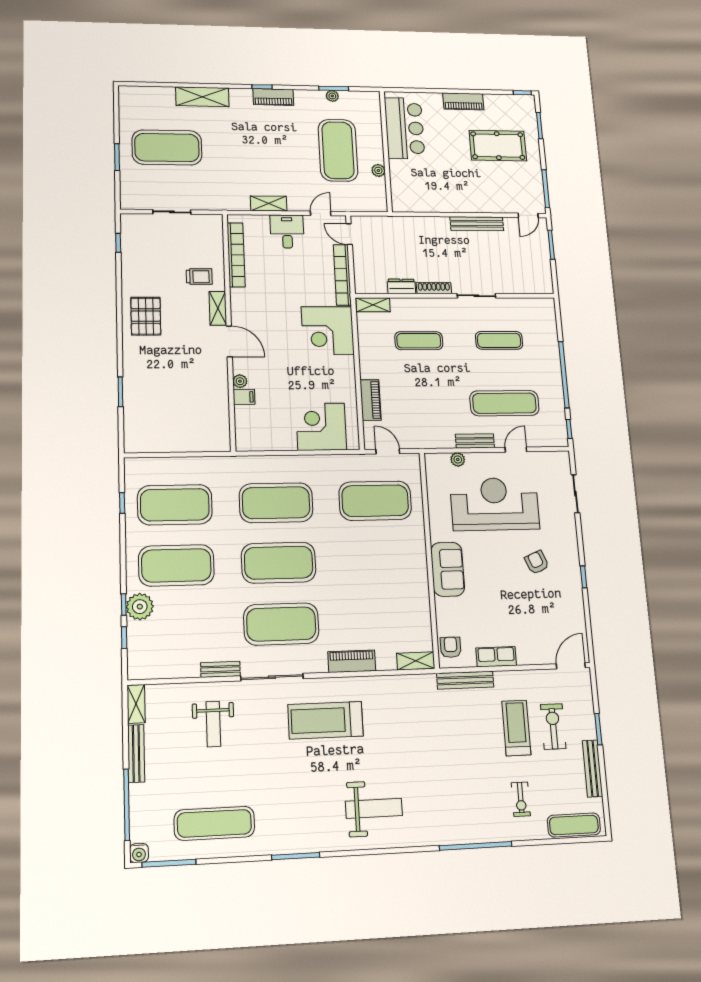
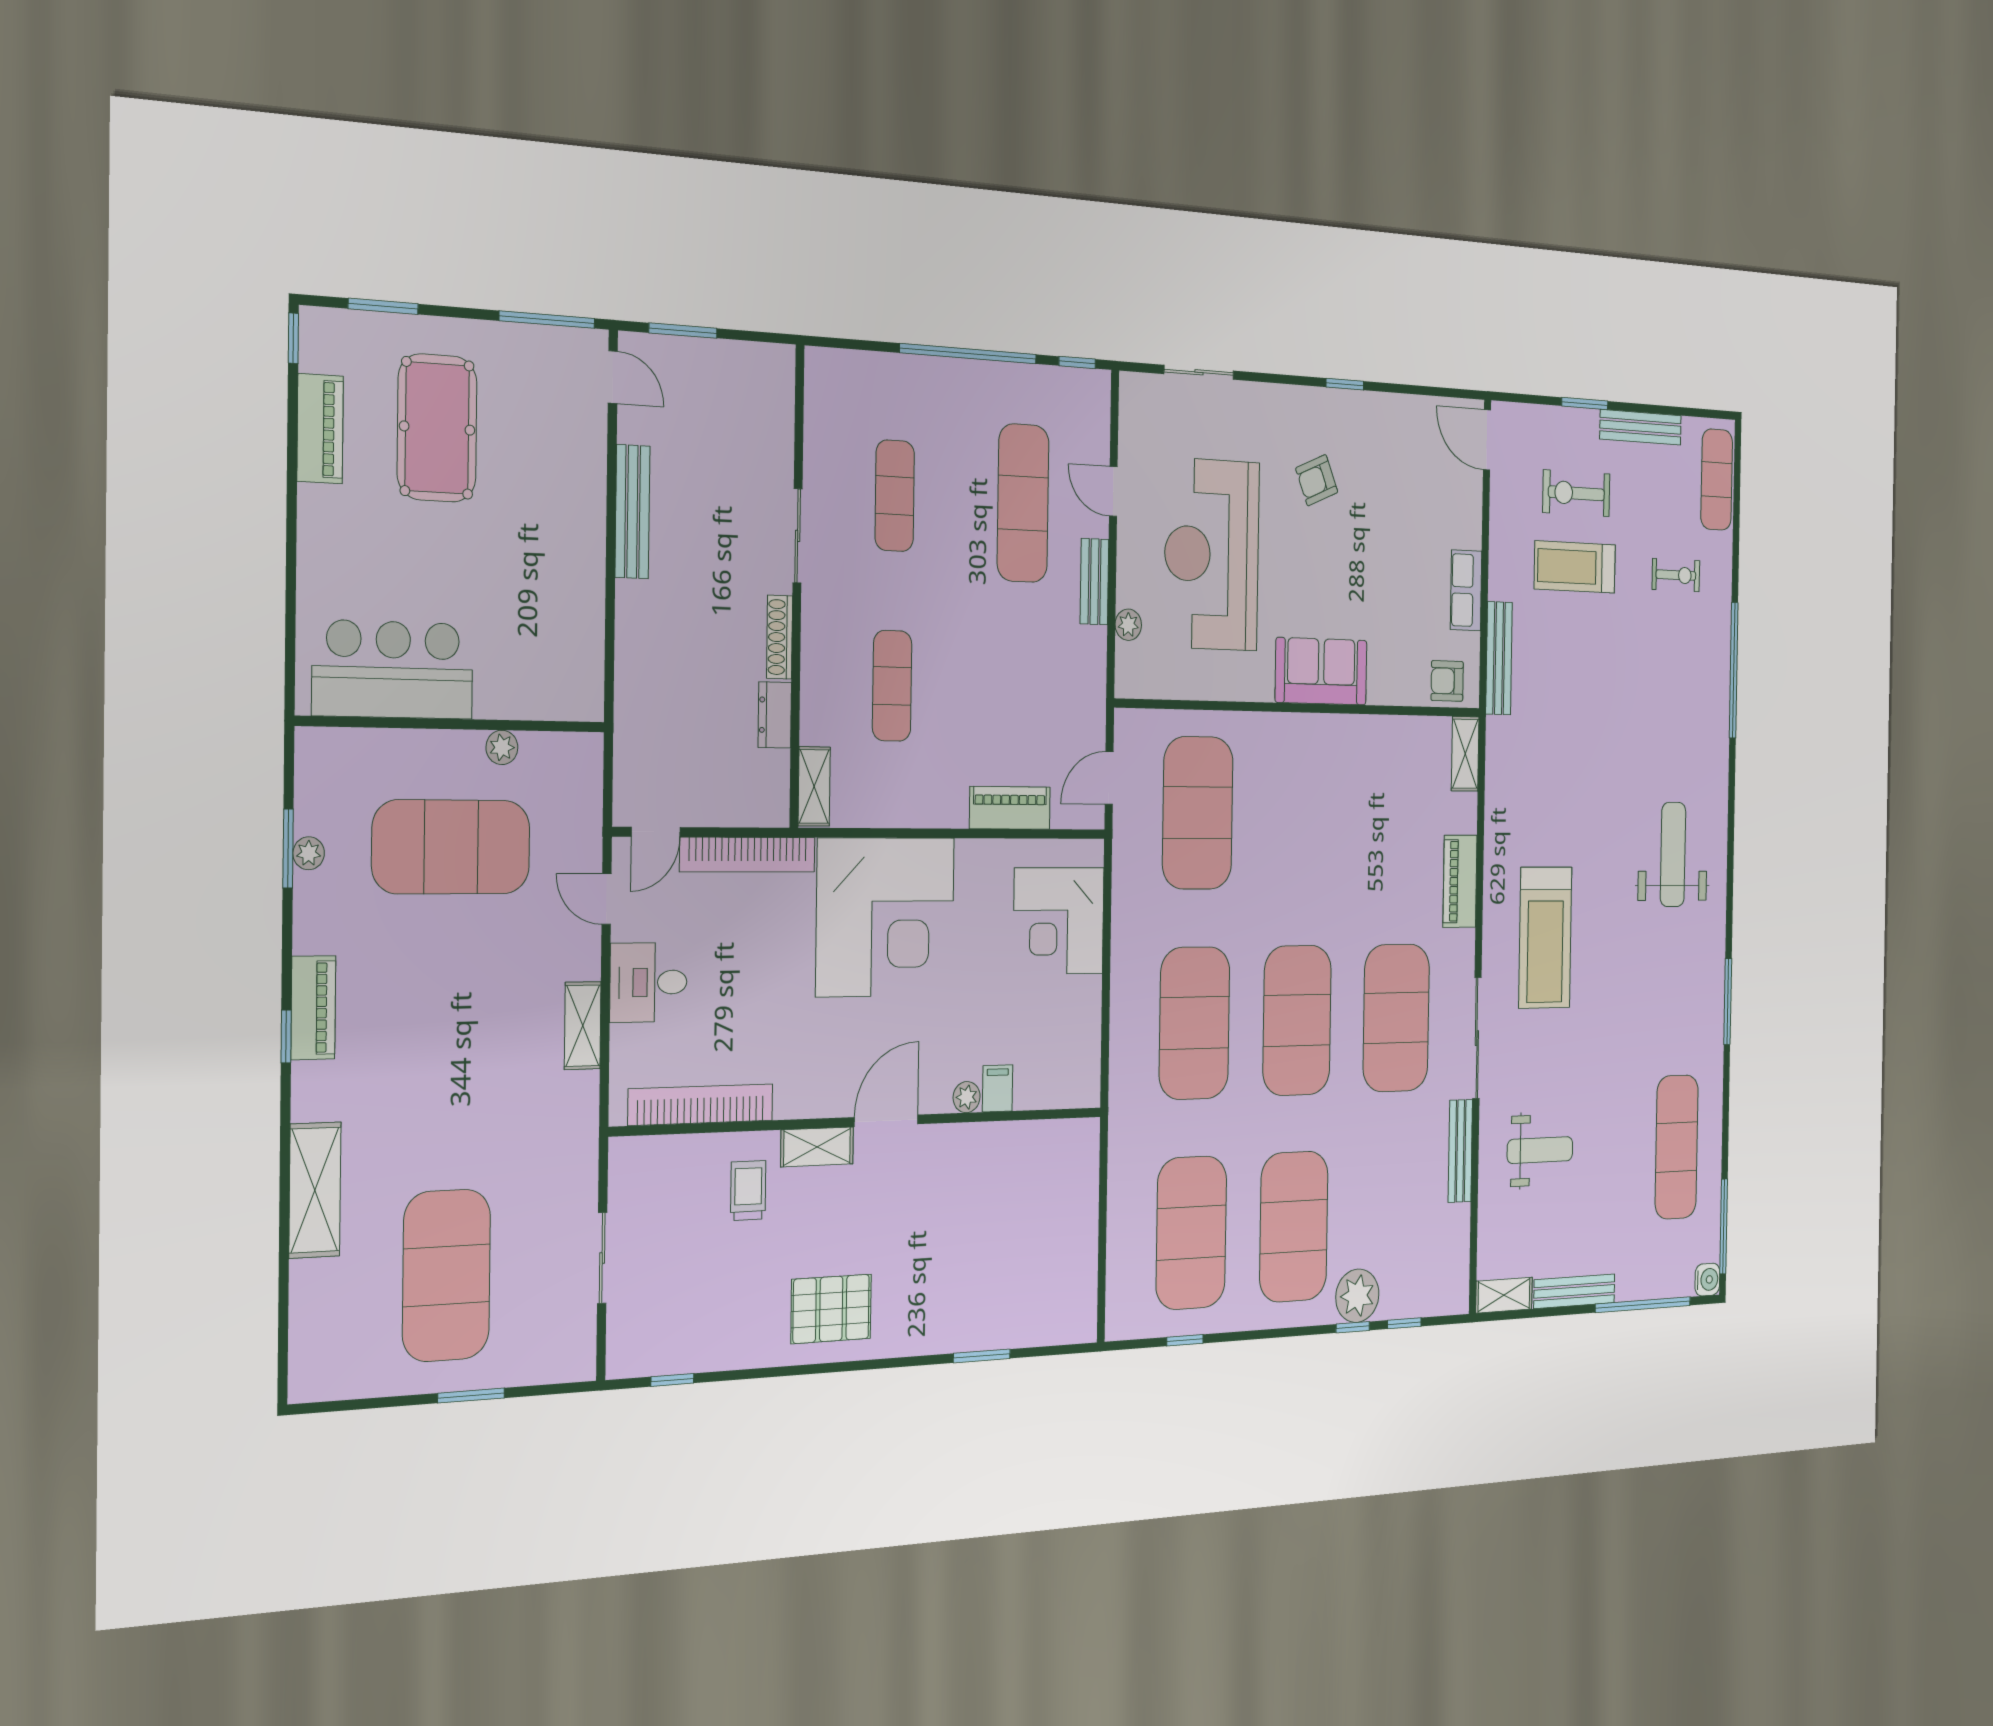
piano: (463, 101) -> (320, 429), moved
corner desk: (328, 331) -> (885, 917), width x1.36, depth x1.36
bench: (220, 669) -> (1460, 1151), width x1.36

